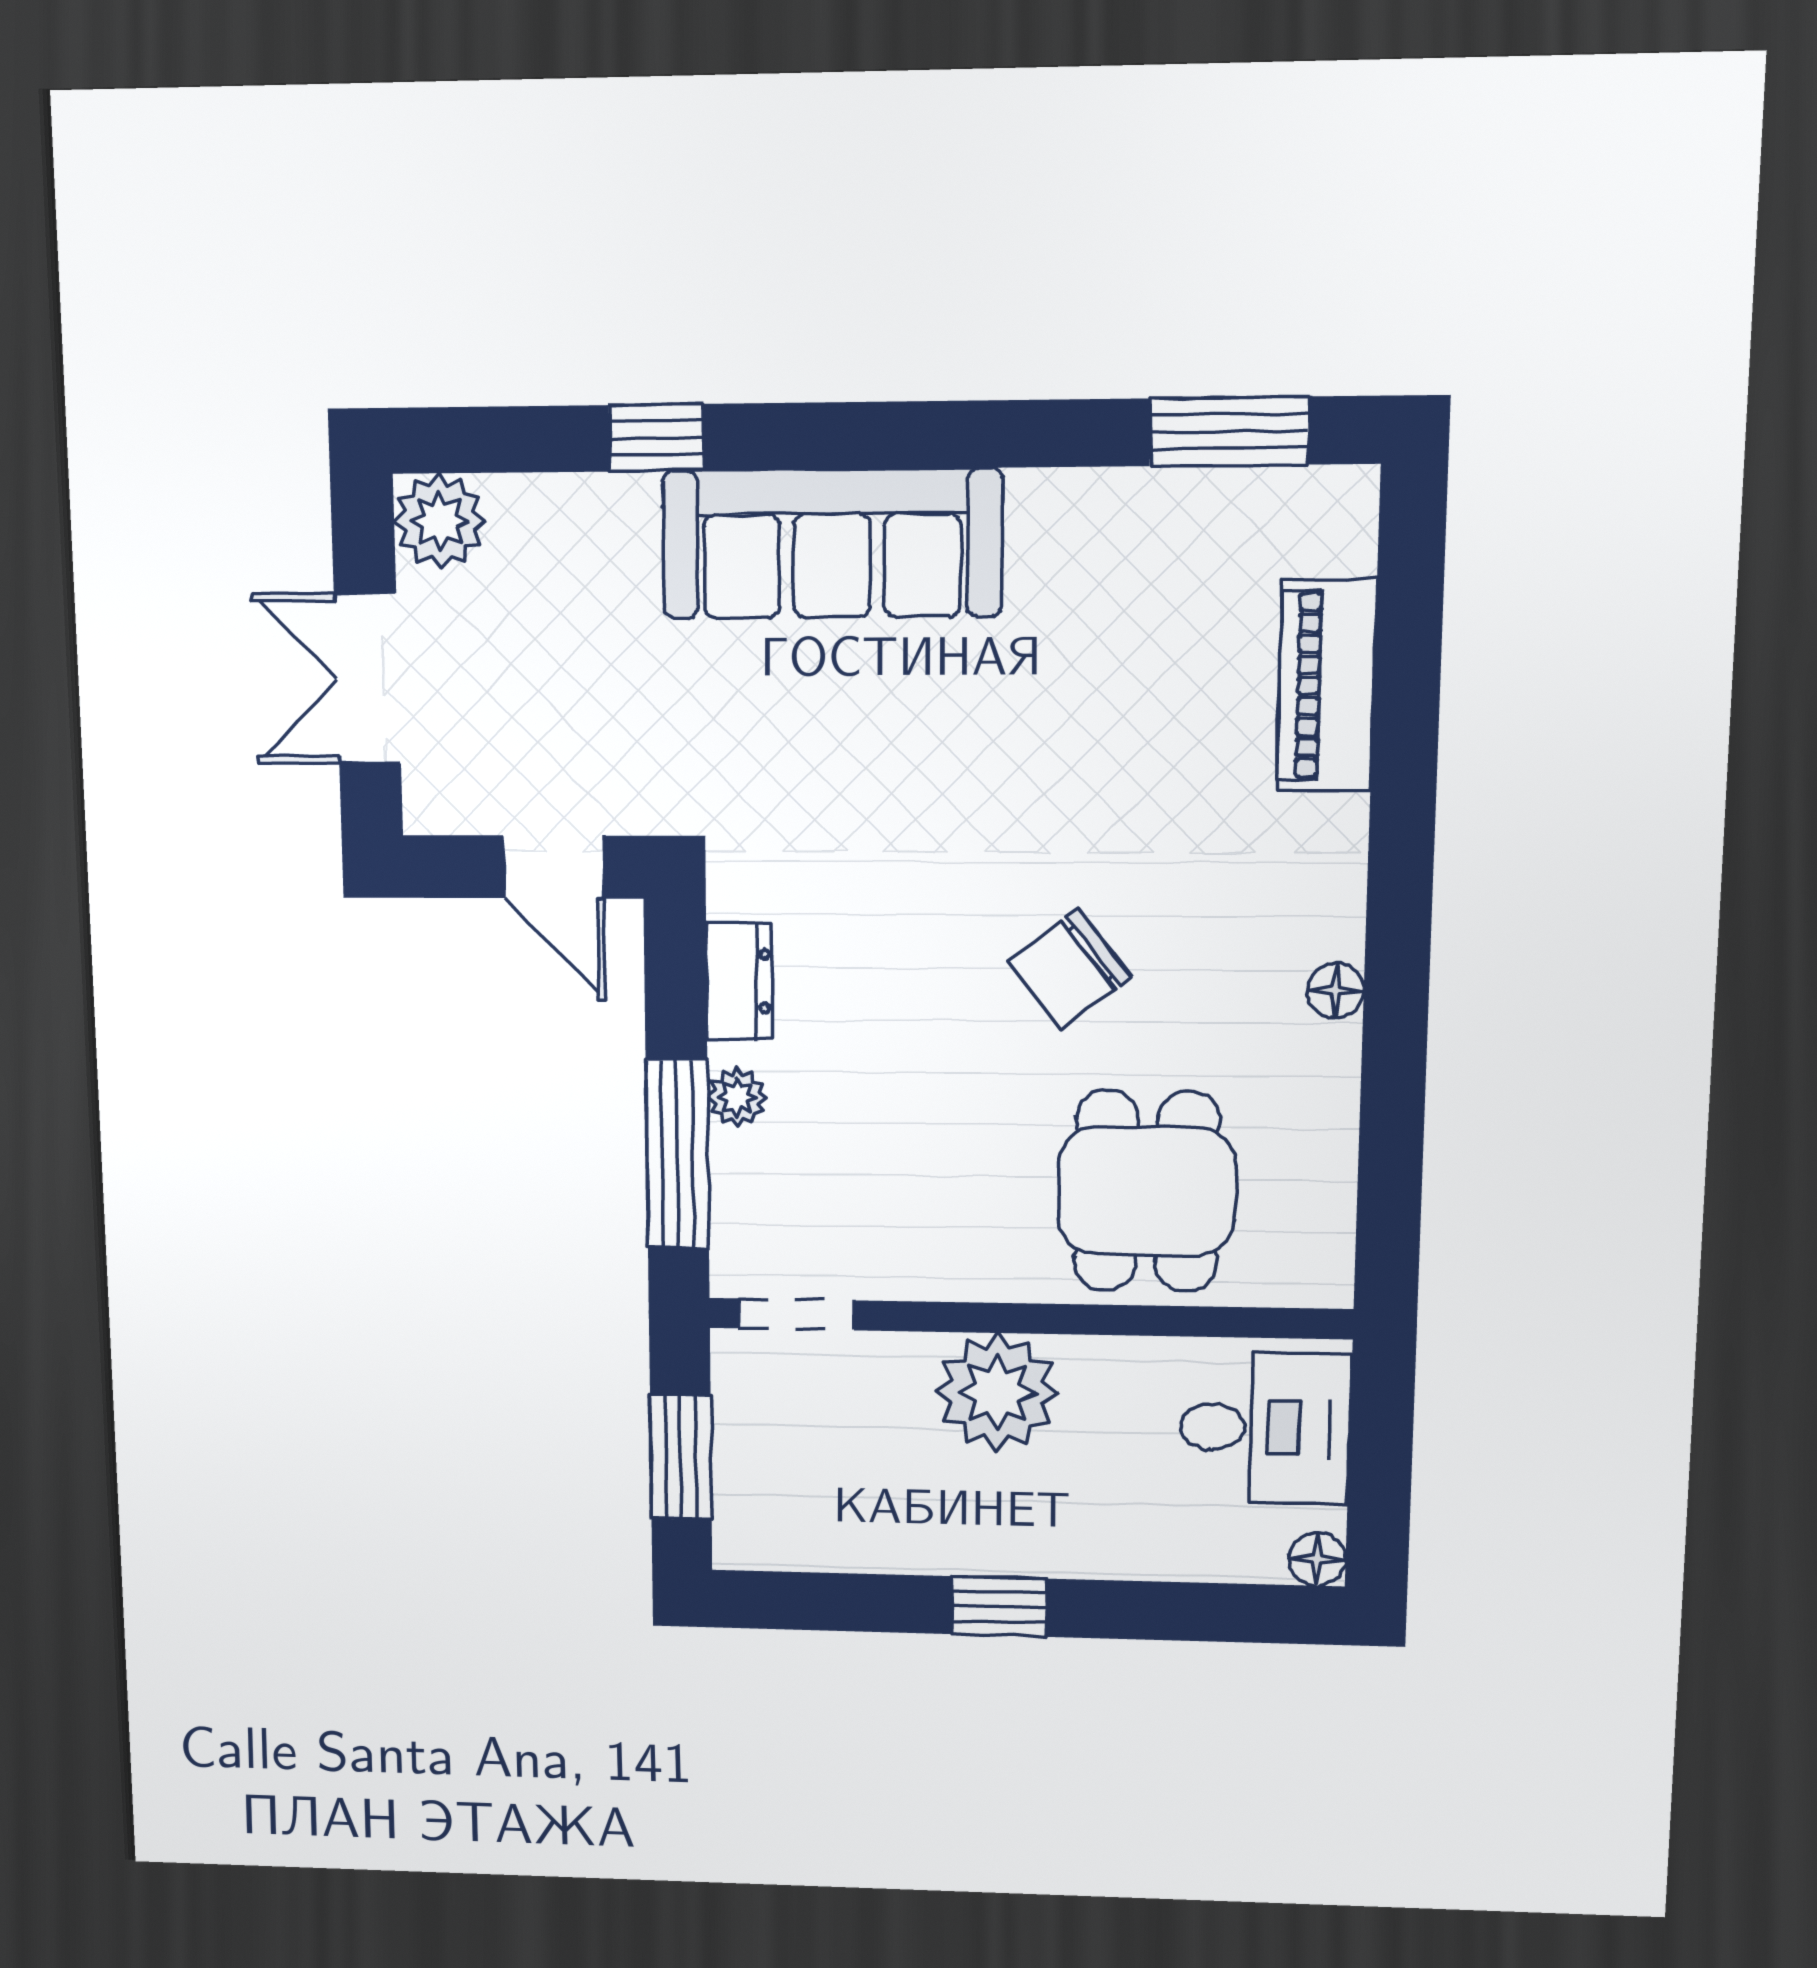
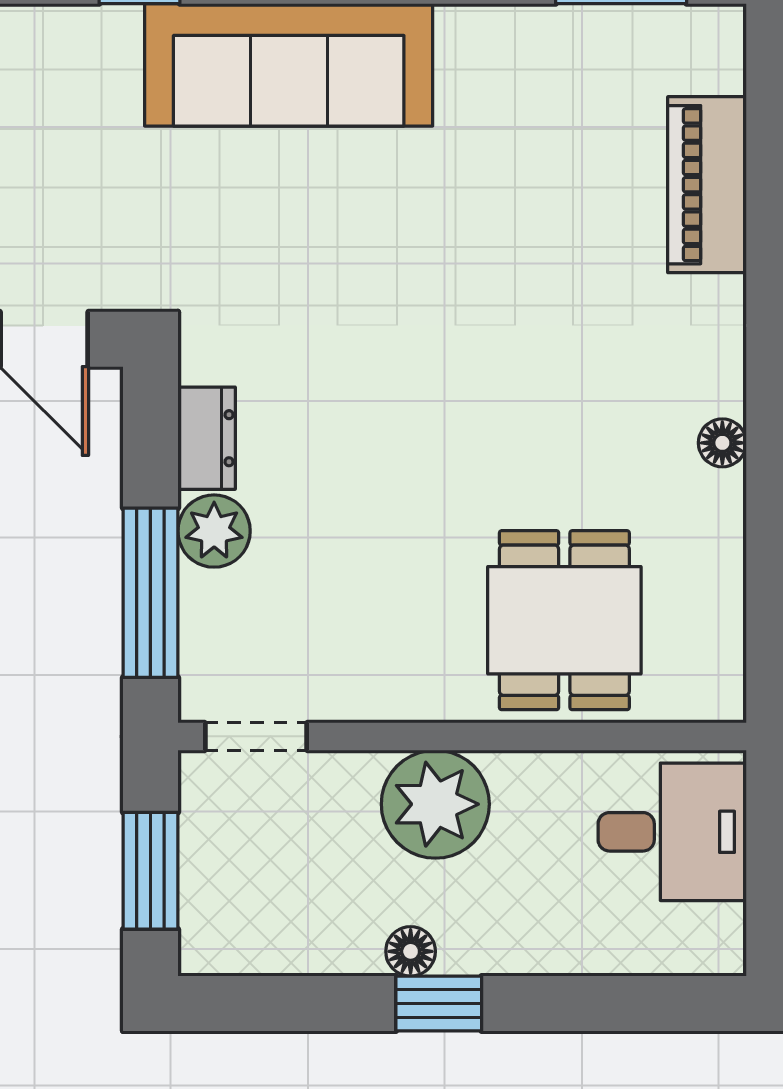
chair: (1069, 969) -> (494, 426), removed
plant: (737, 1097) -> (214, 531), width x1.38, depth x1.38
floor lamp: (1317, 1559) -> (411, 951), moved

